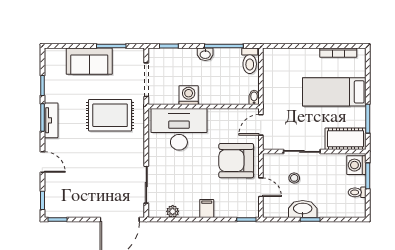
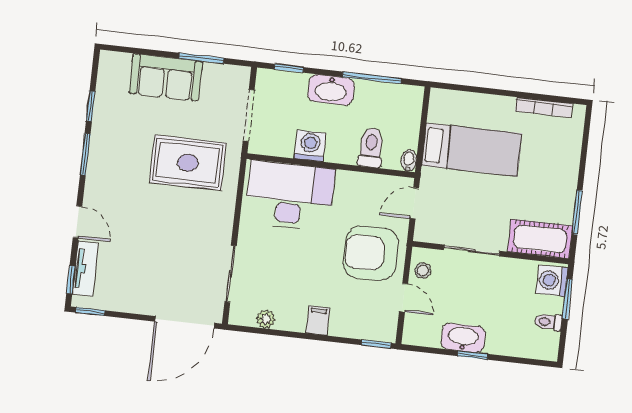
washbasin: (205, 54) -> (331, 90), width x1.91, depth x1.45
toilet: (250, 61) -> (371, 148), moved, turned 180
bed: (334, 92) -> (472, 150), moved, turned 180
tv unit: (51, 120) -> (85, 269), moved
stool: (294, 178) -> (423, 271), moved

